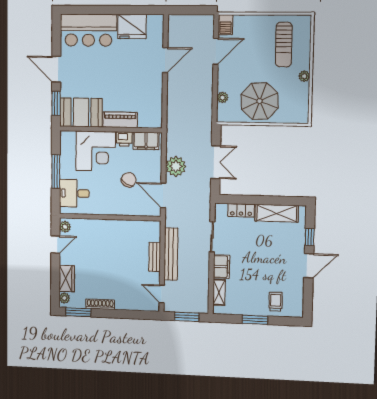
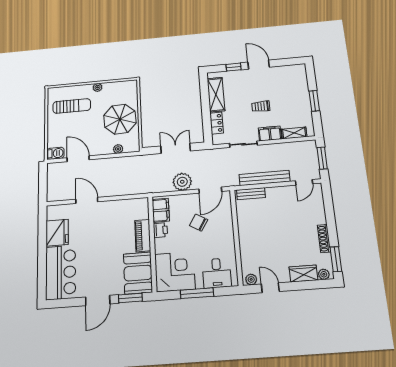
corner desk: (96, 151) -> (175, 272), moved
bench: (155, 257) -> (251, 194), moved
trolley: (276, 302) -> (261, 106), moved

